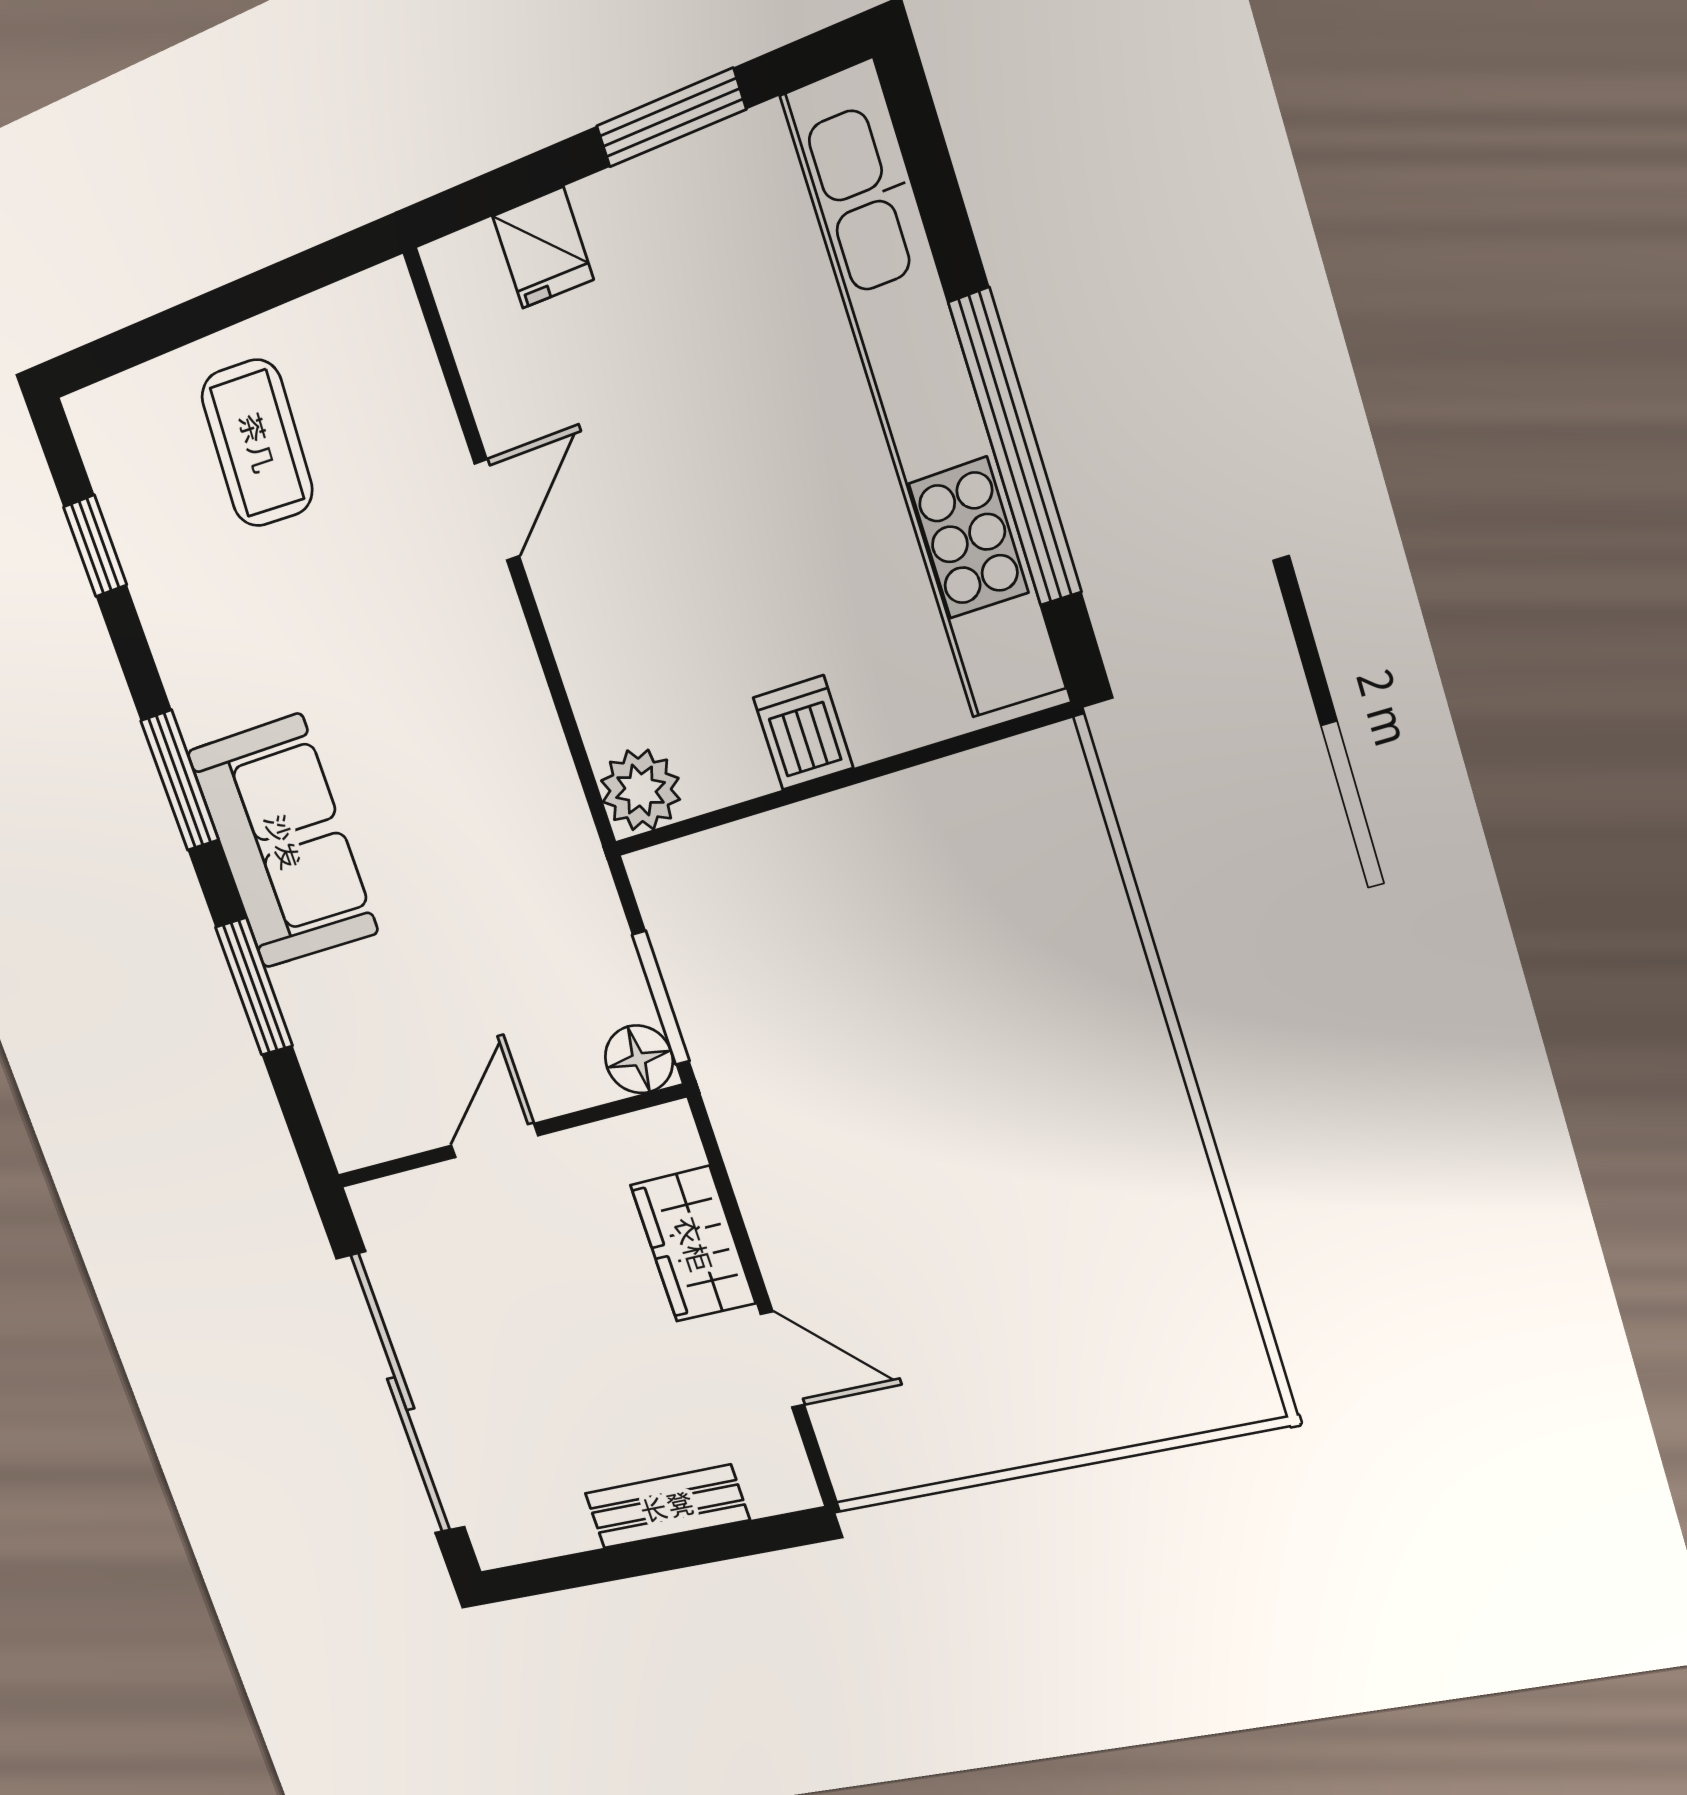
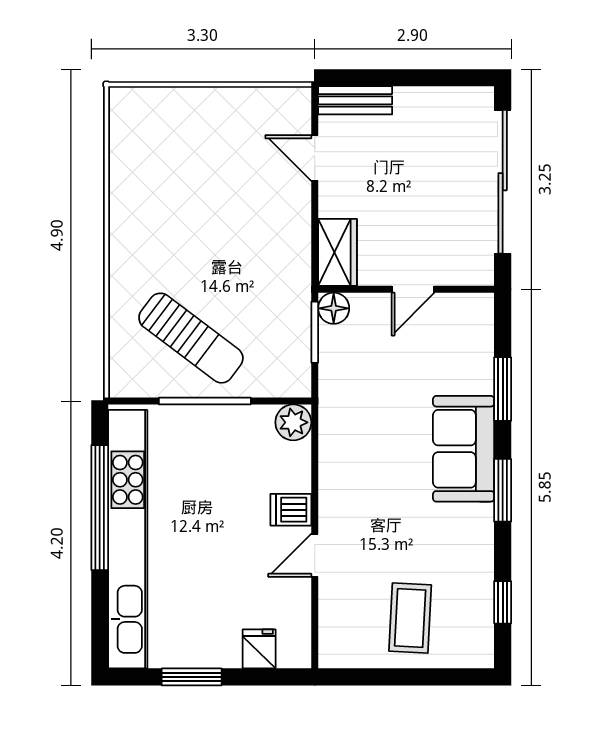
dishwasher: (803, 733) -> (291, 510), moved, turned 90
window: (848, 778) -> (205, 401), added
sun lounger: (924, 910) -> (191, 338), added
wardrobe: (693, 1244) -> (337, 252), moved
bench: (667, 1507) -> (355, 100), moved

